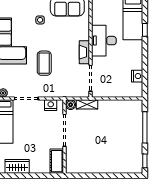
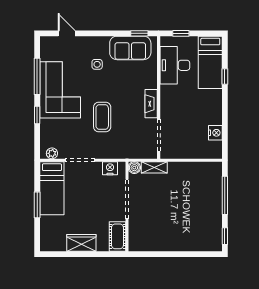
desk: (104, 41) -> (175, 65), moved
wardrobe: (17, 166) -> (81, 243), moved

